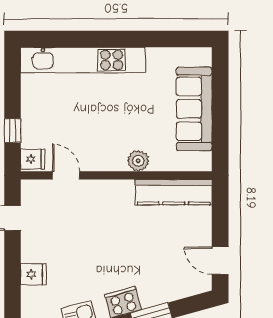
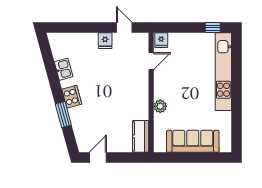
window: (12, 131) -> (213, 28), moved
kitchen counter: (174, 192) -> (141, 136), width x0.67
fridge: (33, 274) -> (105, 41), moved

